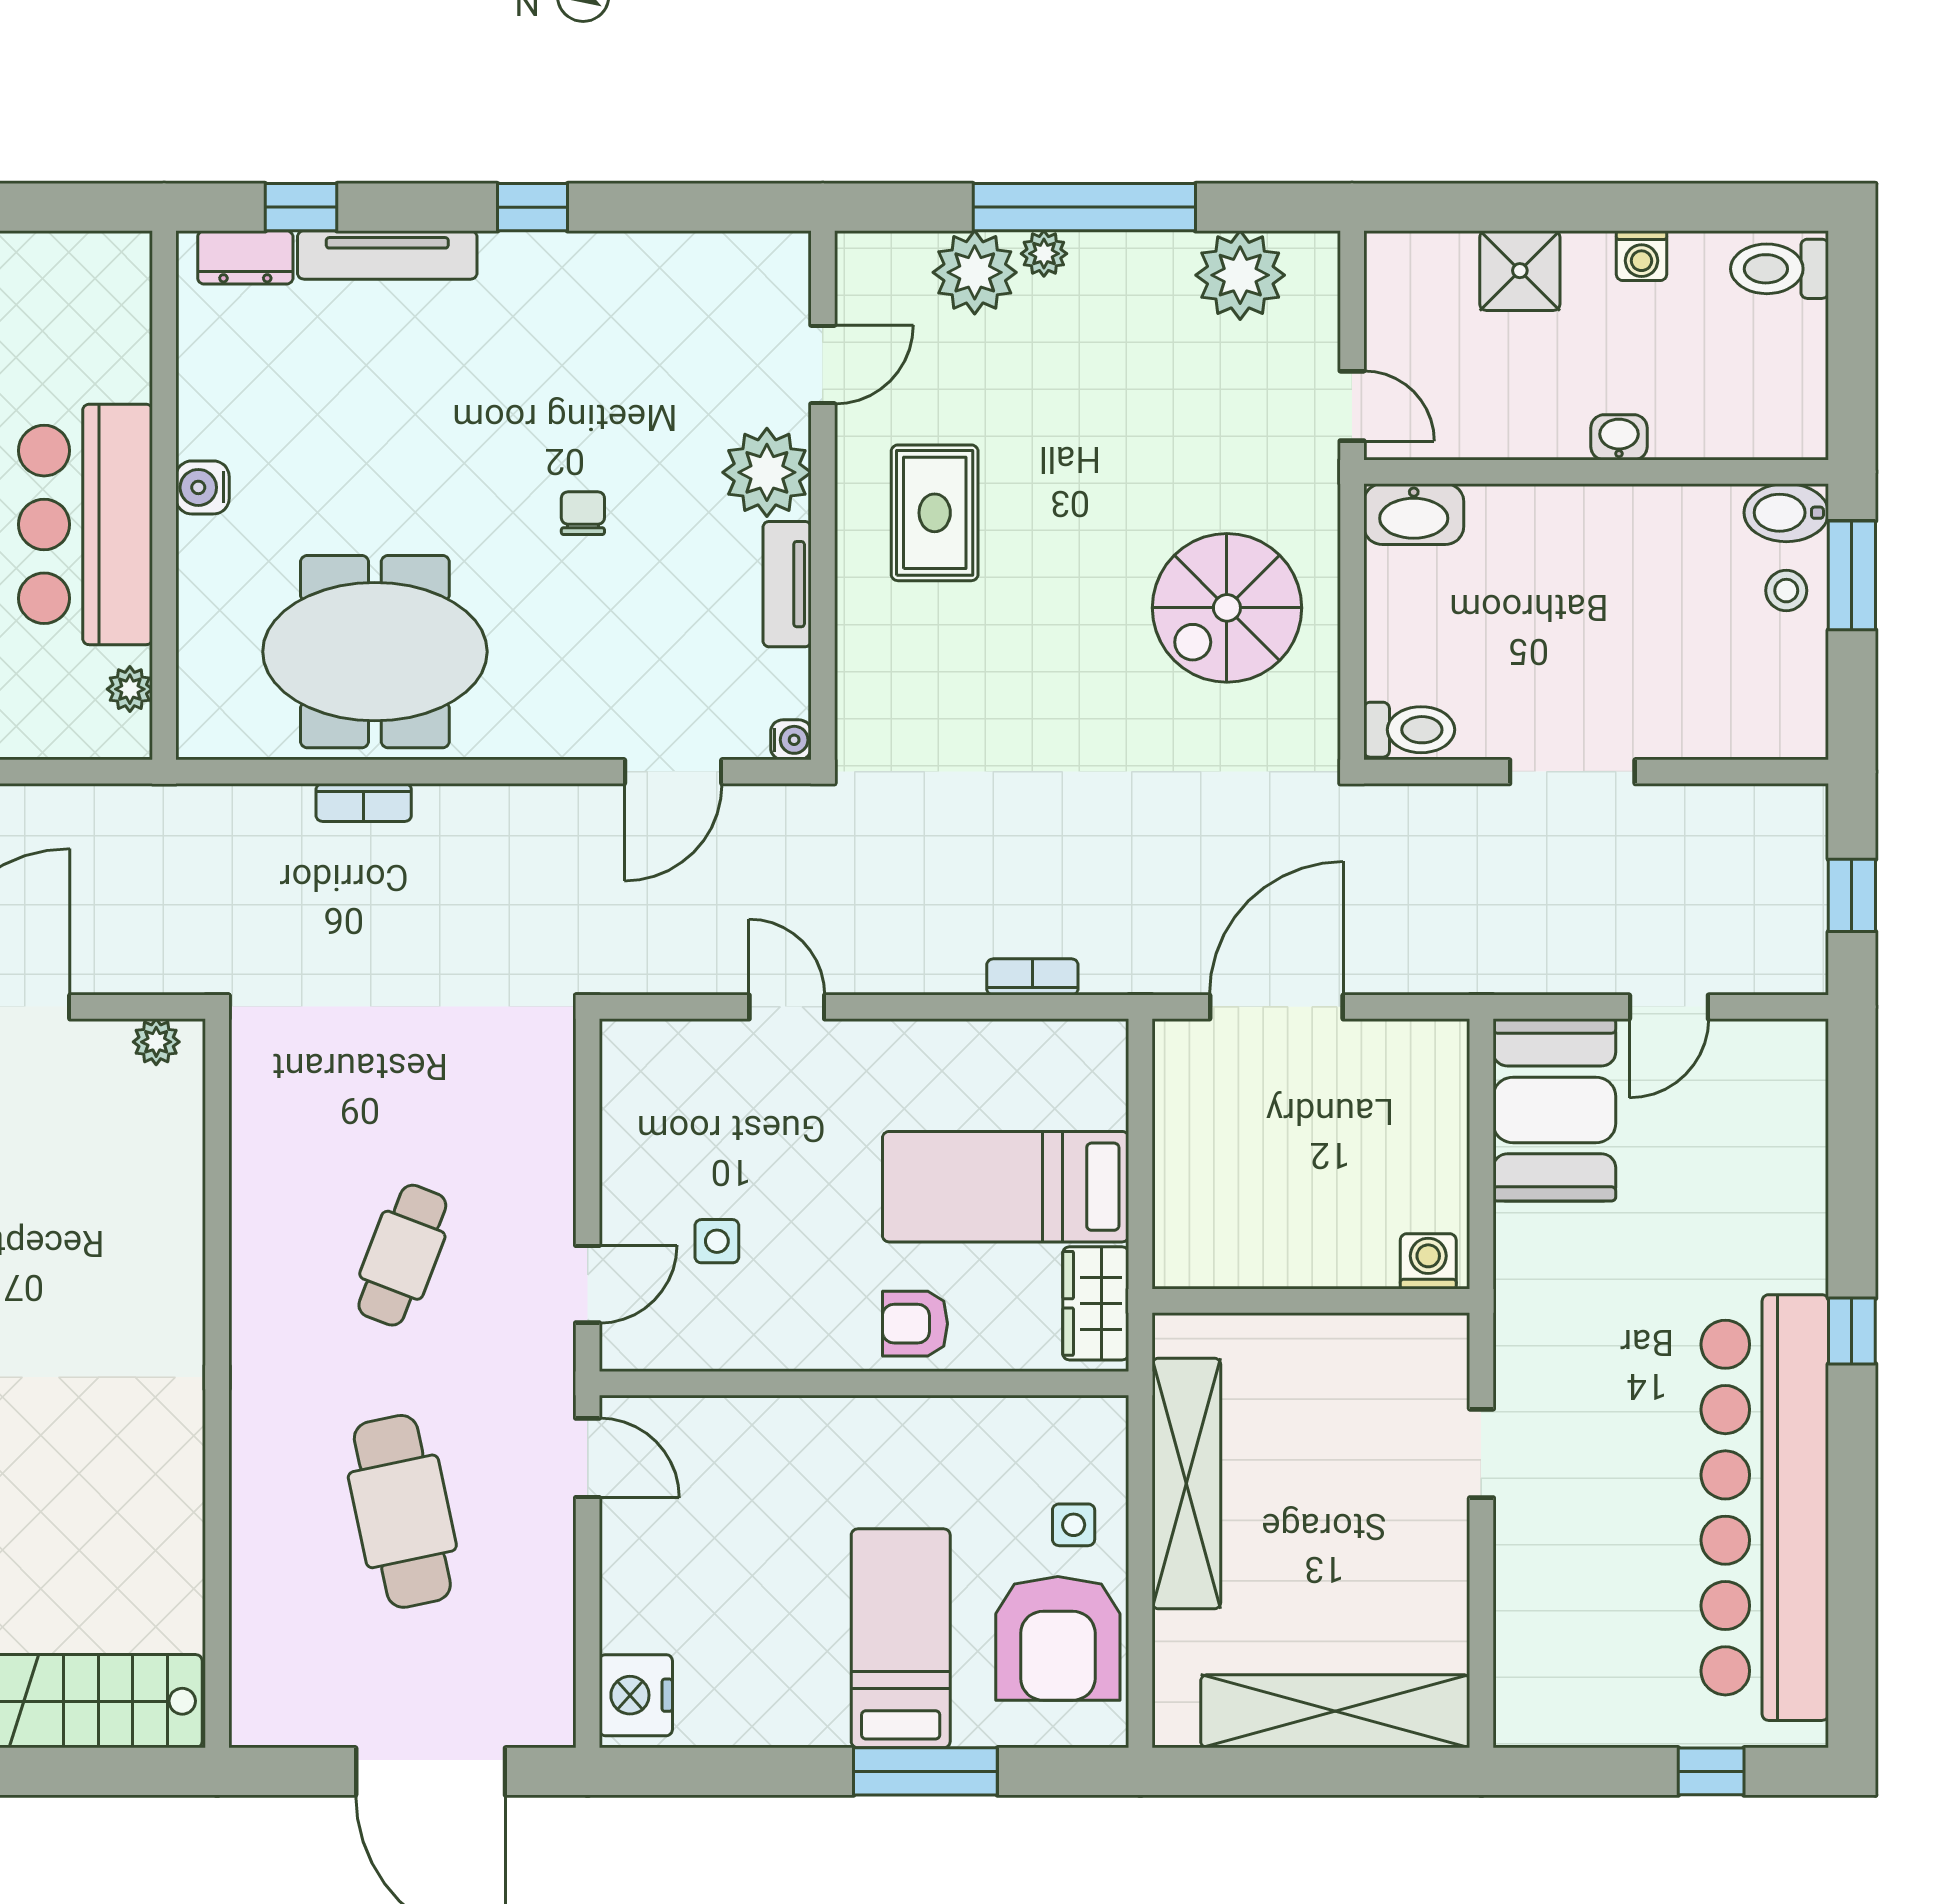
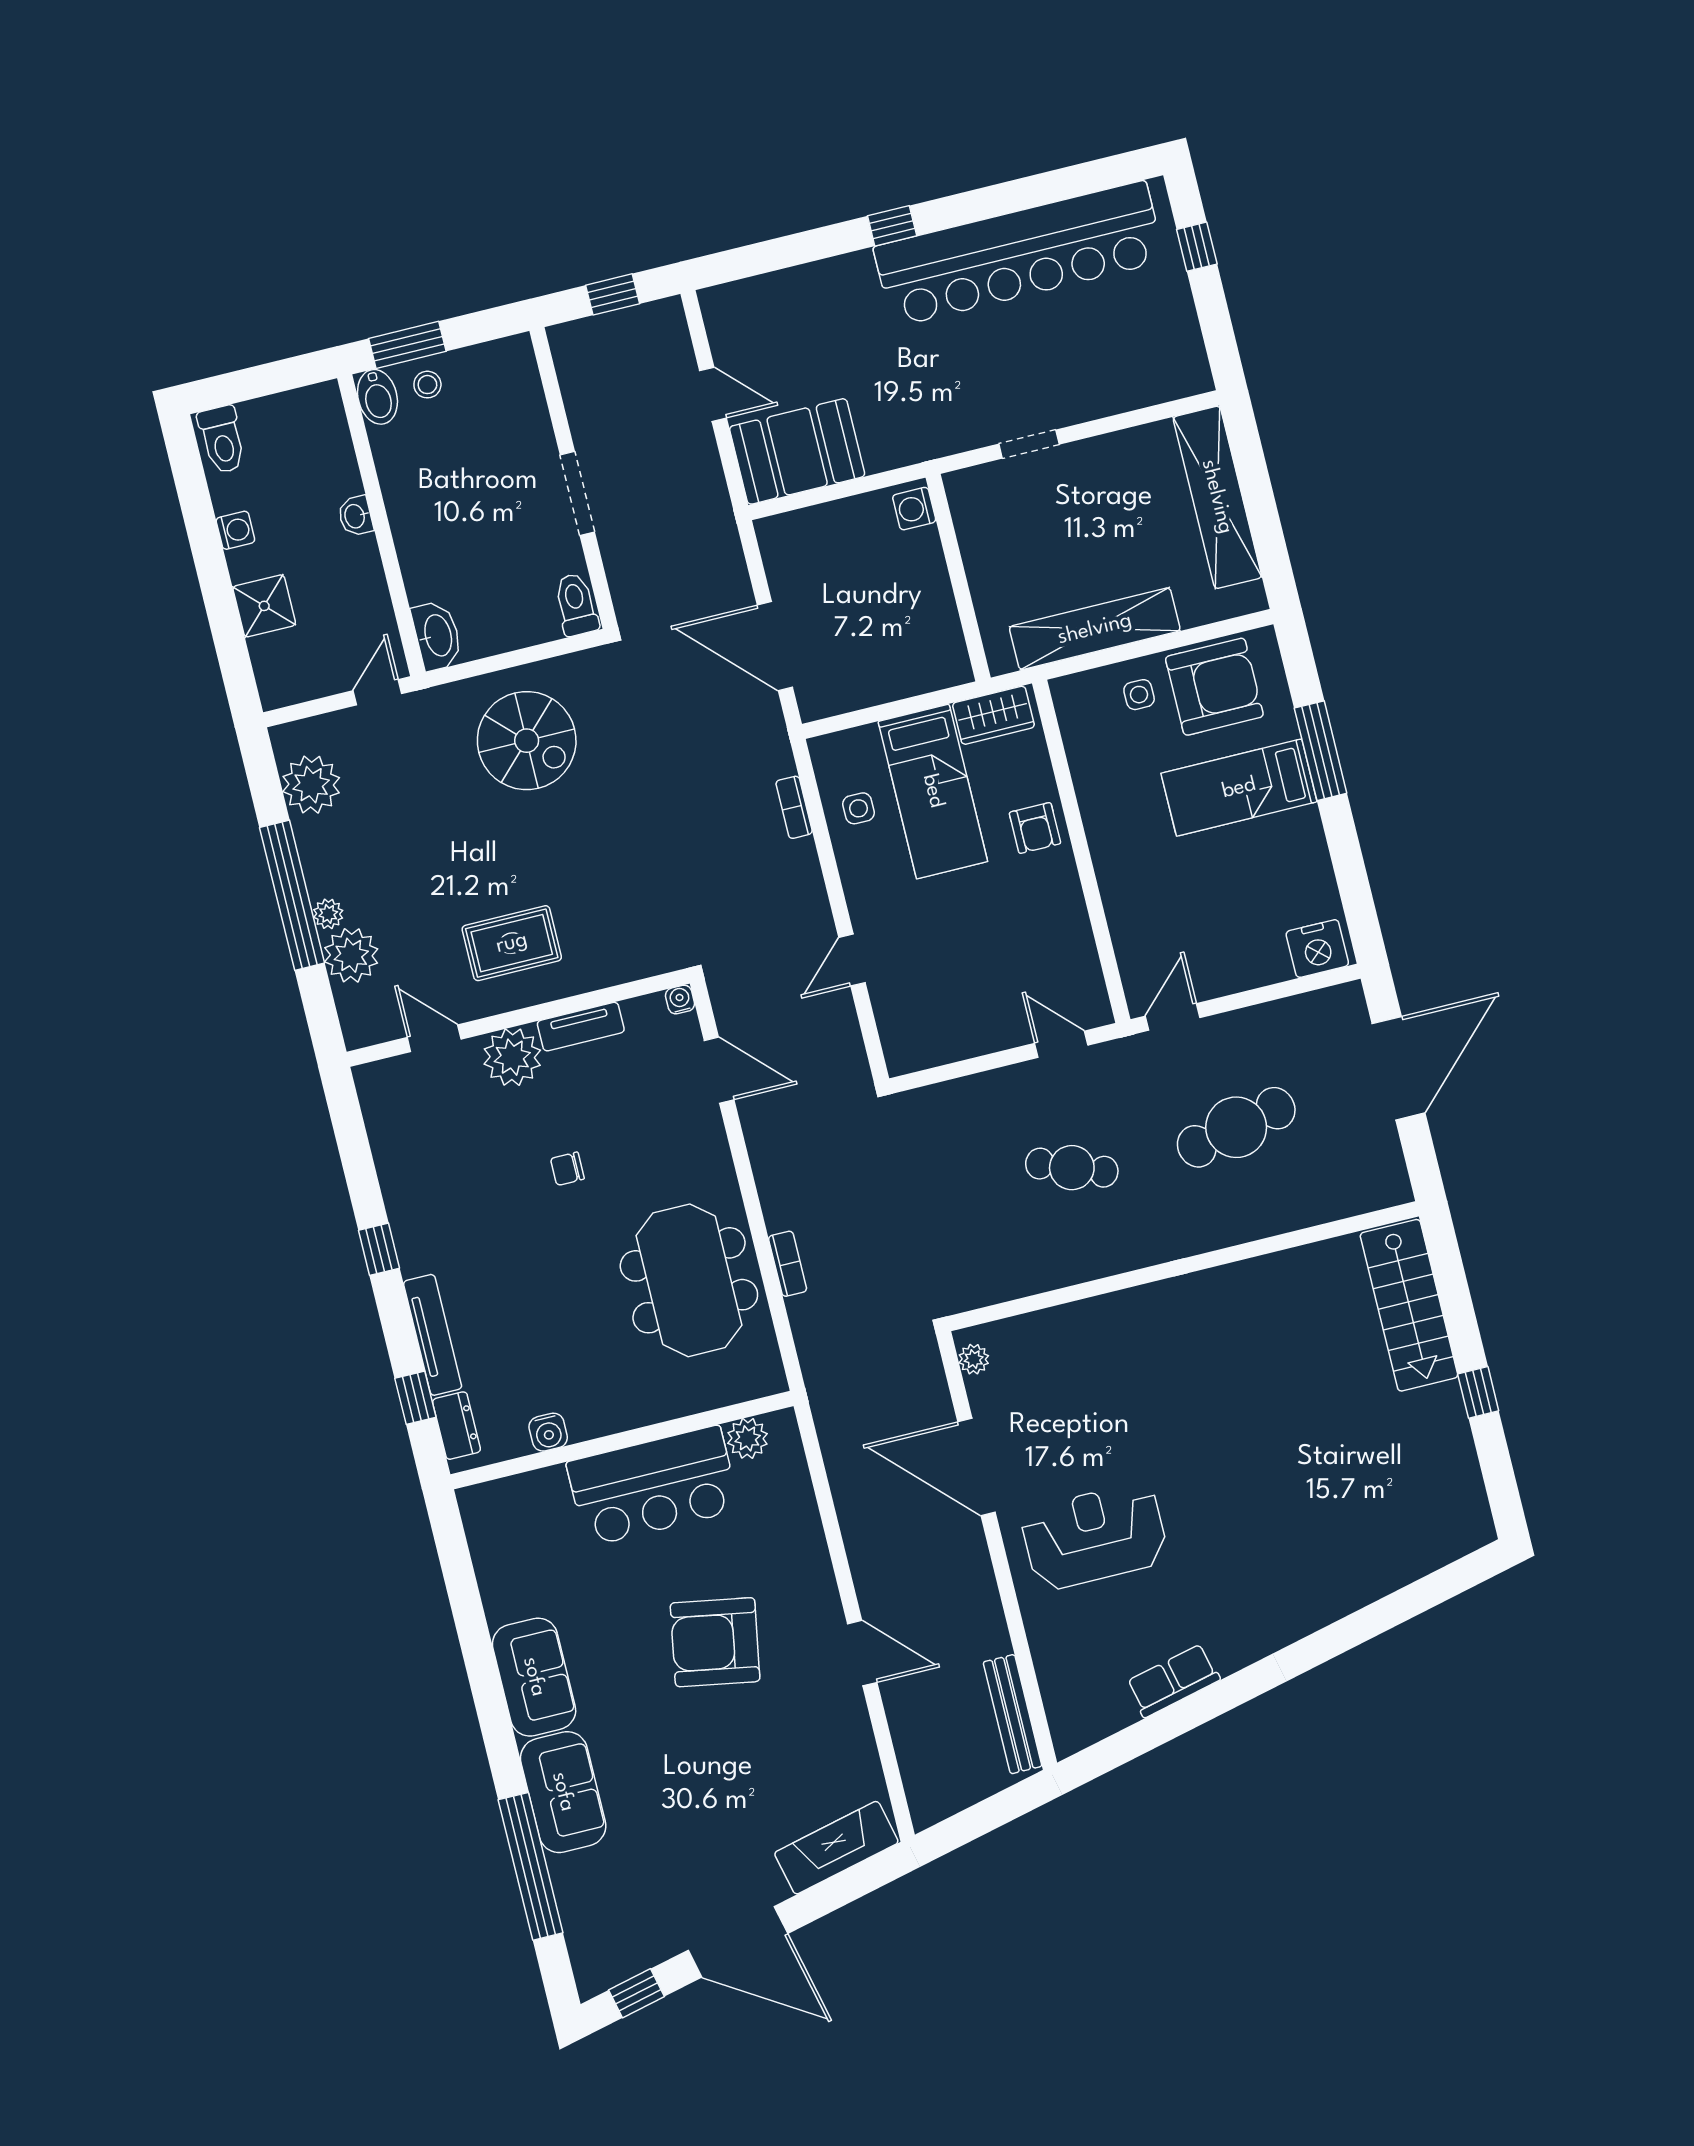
water cooler: (203, 487) -> (548, 1432), moved
plant: (130, 689) -> (748, 1438), width x1.38, depth x1.38
side table: (717, 1241) -> (858, 808), moved

